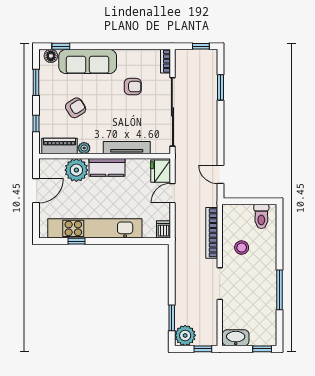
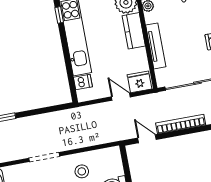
door: (220, 174) -> (147, 139), hinge flipped
dishwasher: (164, 229) -> (83, 82), moved
bookcase: (212, 233) -> (181, 124), moved

